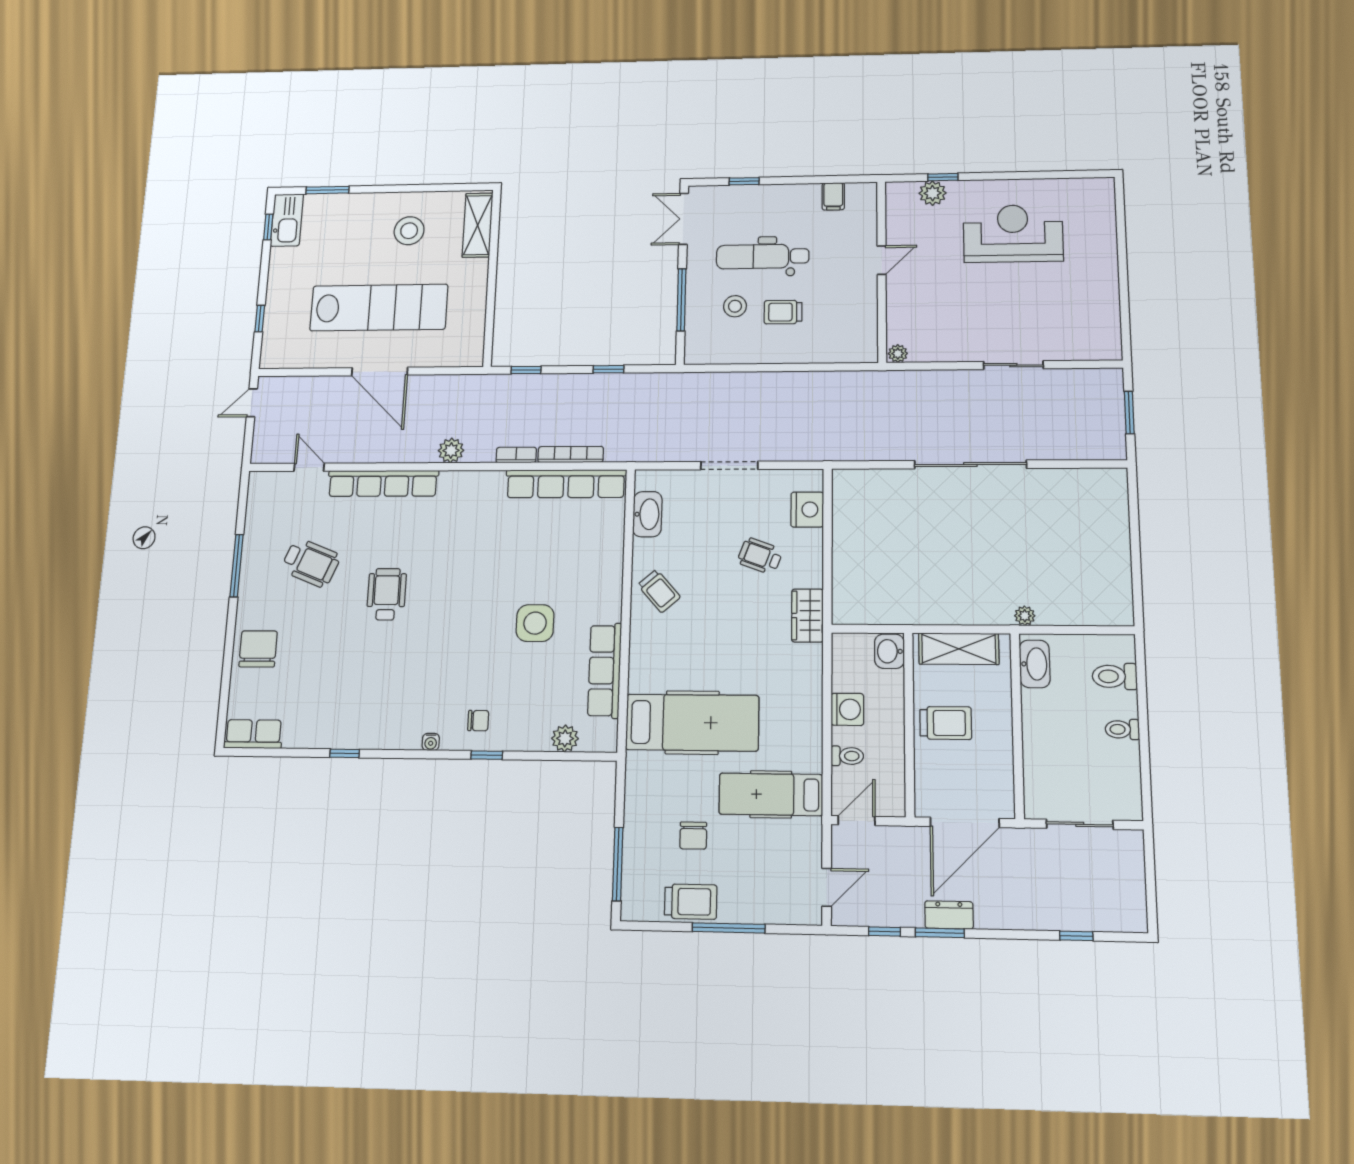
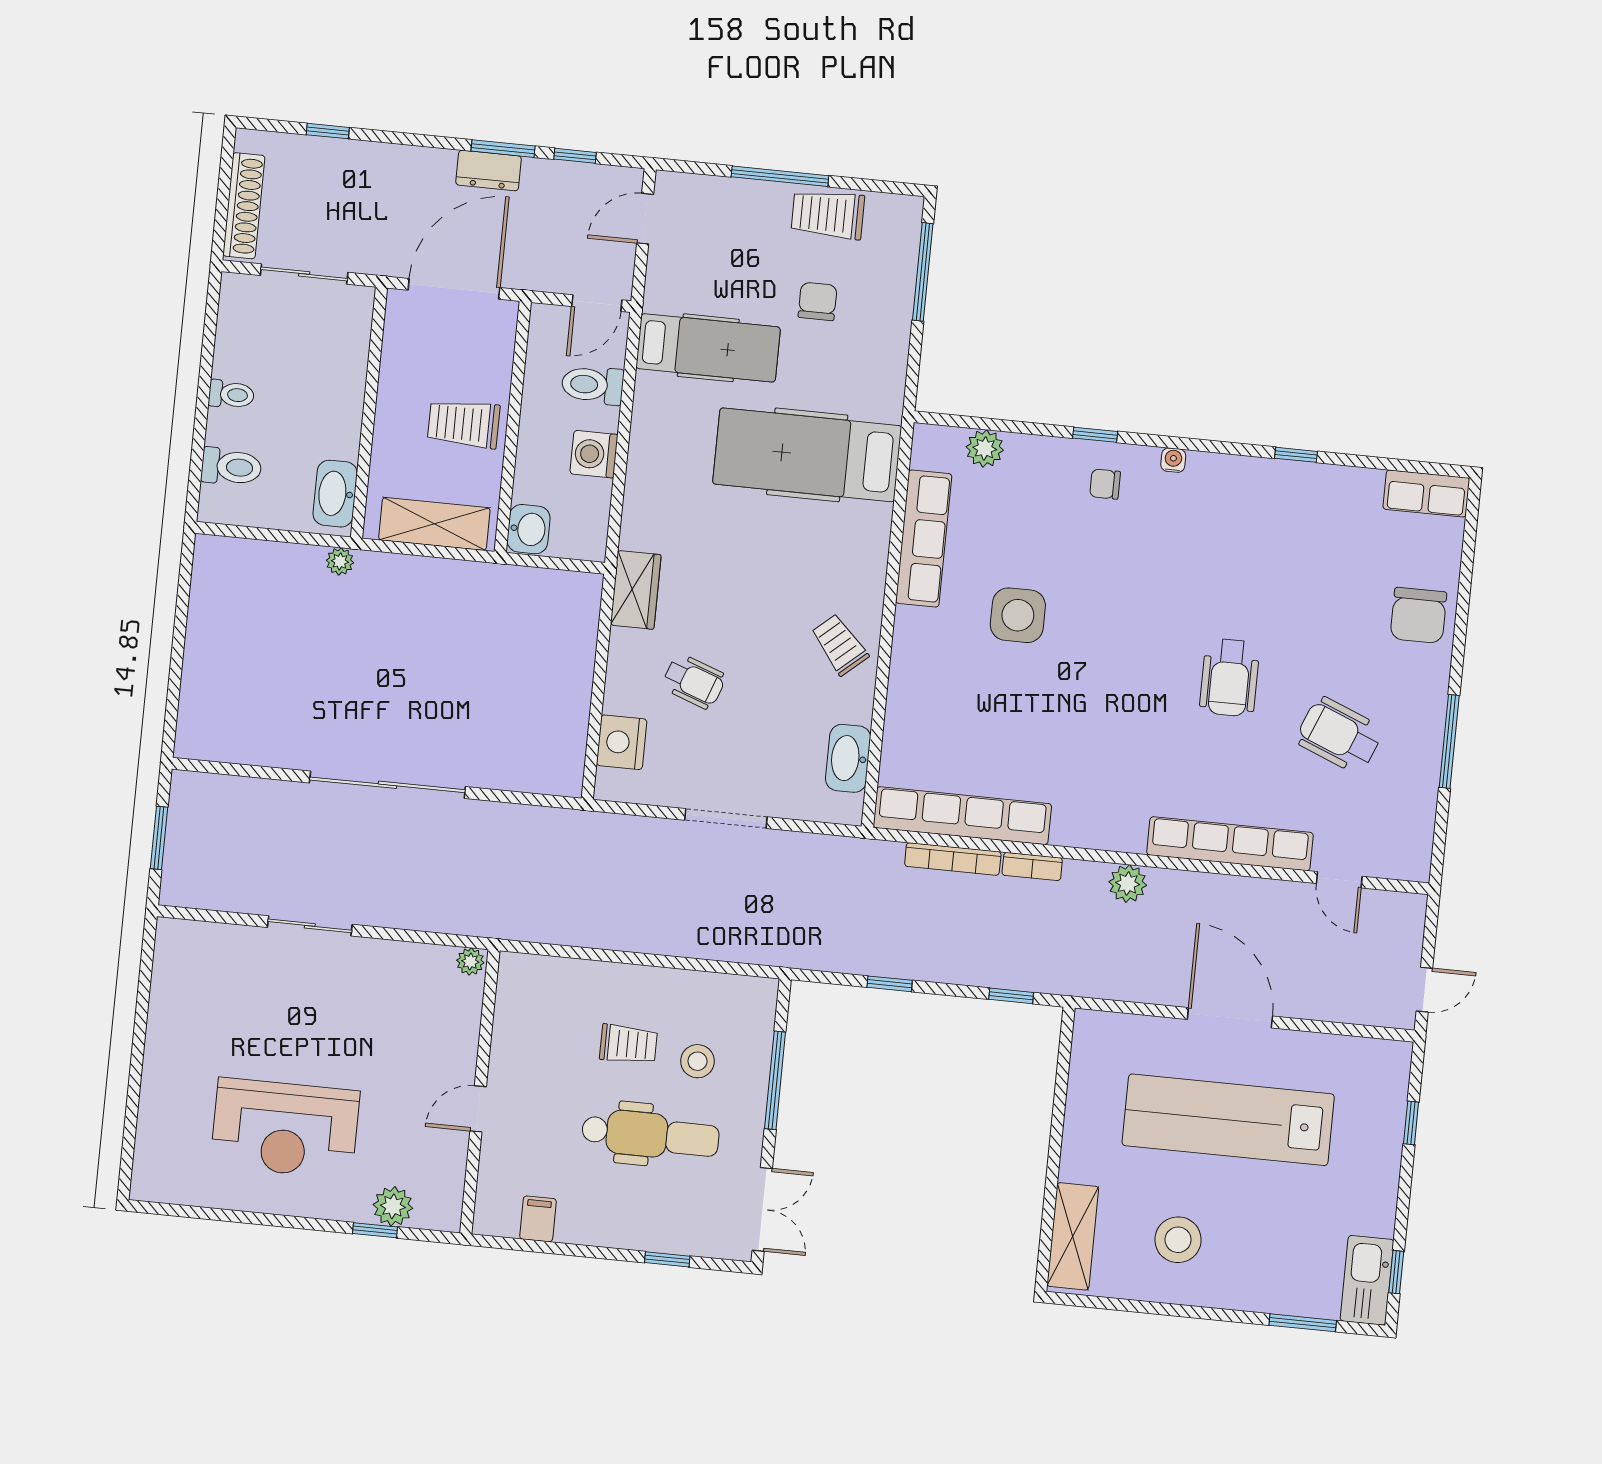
toilet: (847, 756) -> (593, 385), width x1.37, depth x1.39
shoe rack: (1133, 873) -> (244, 206), added

